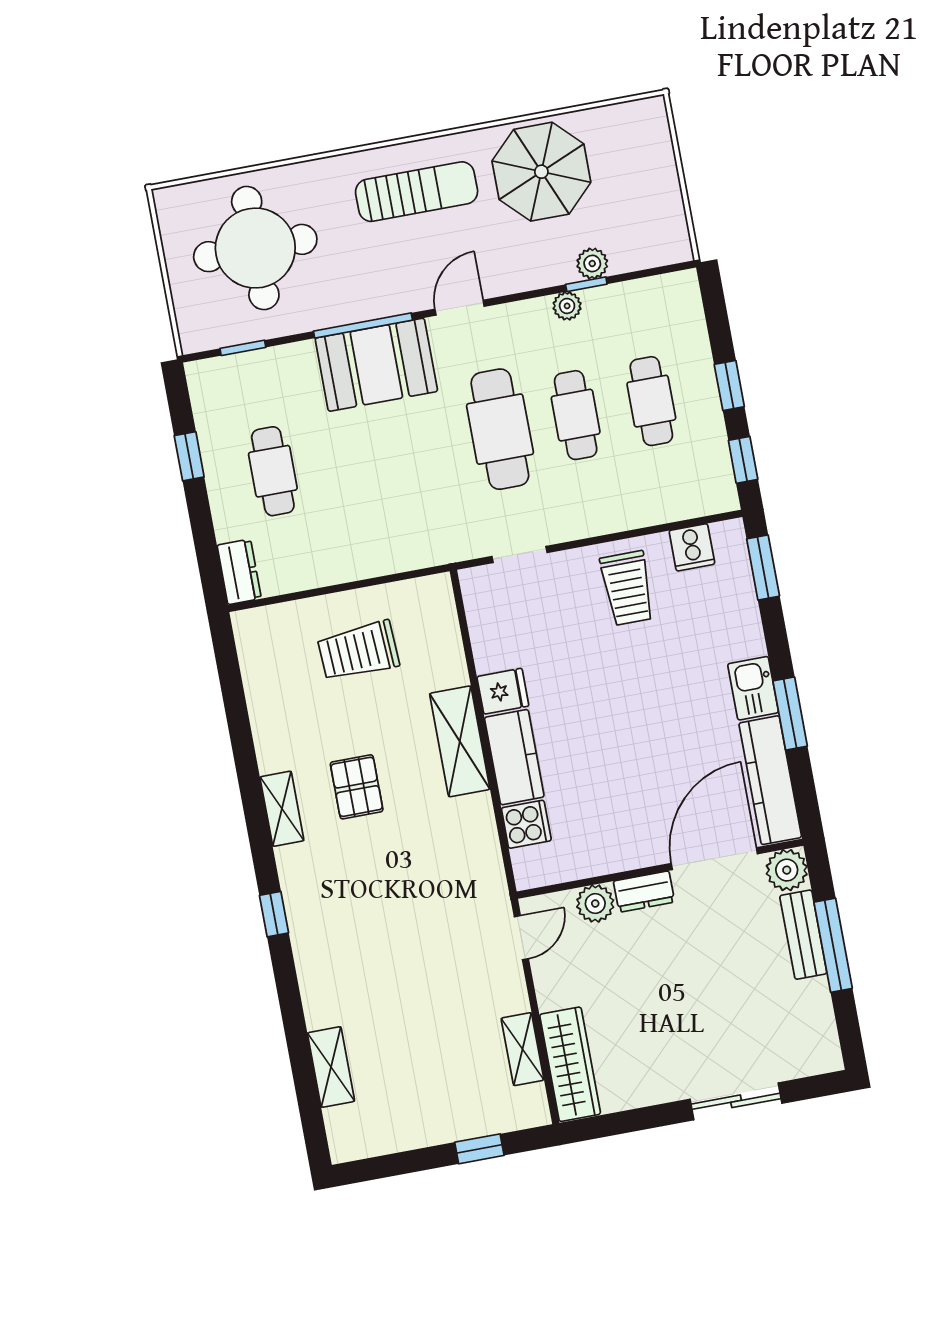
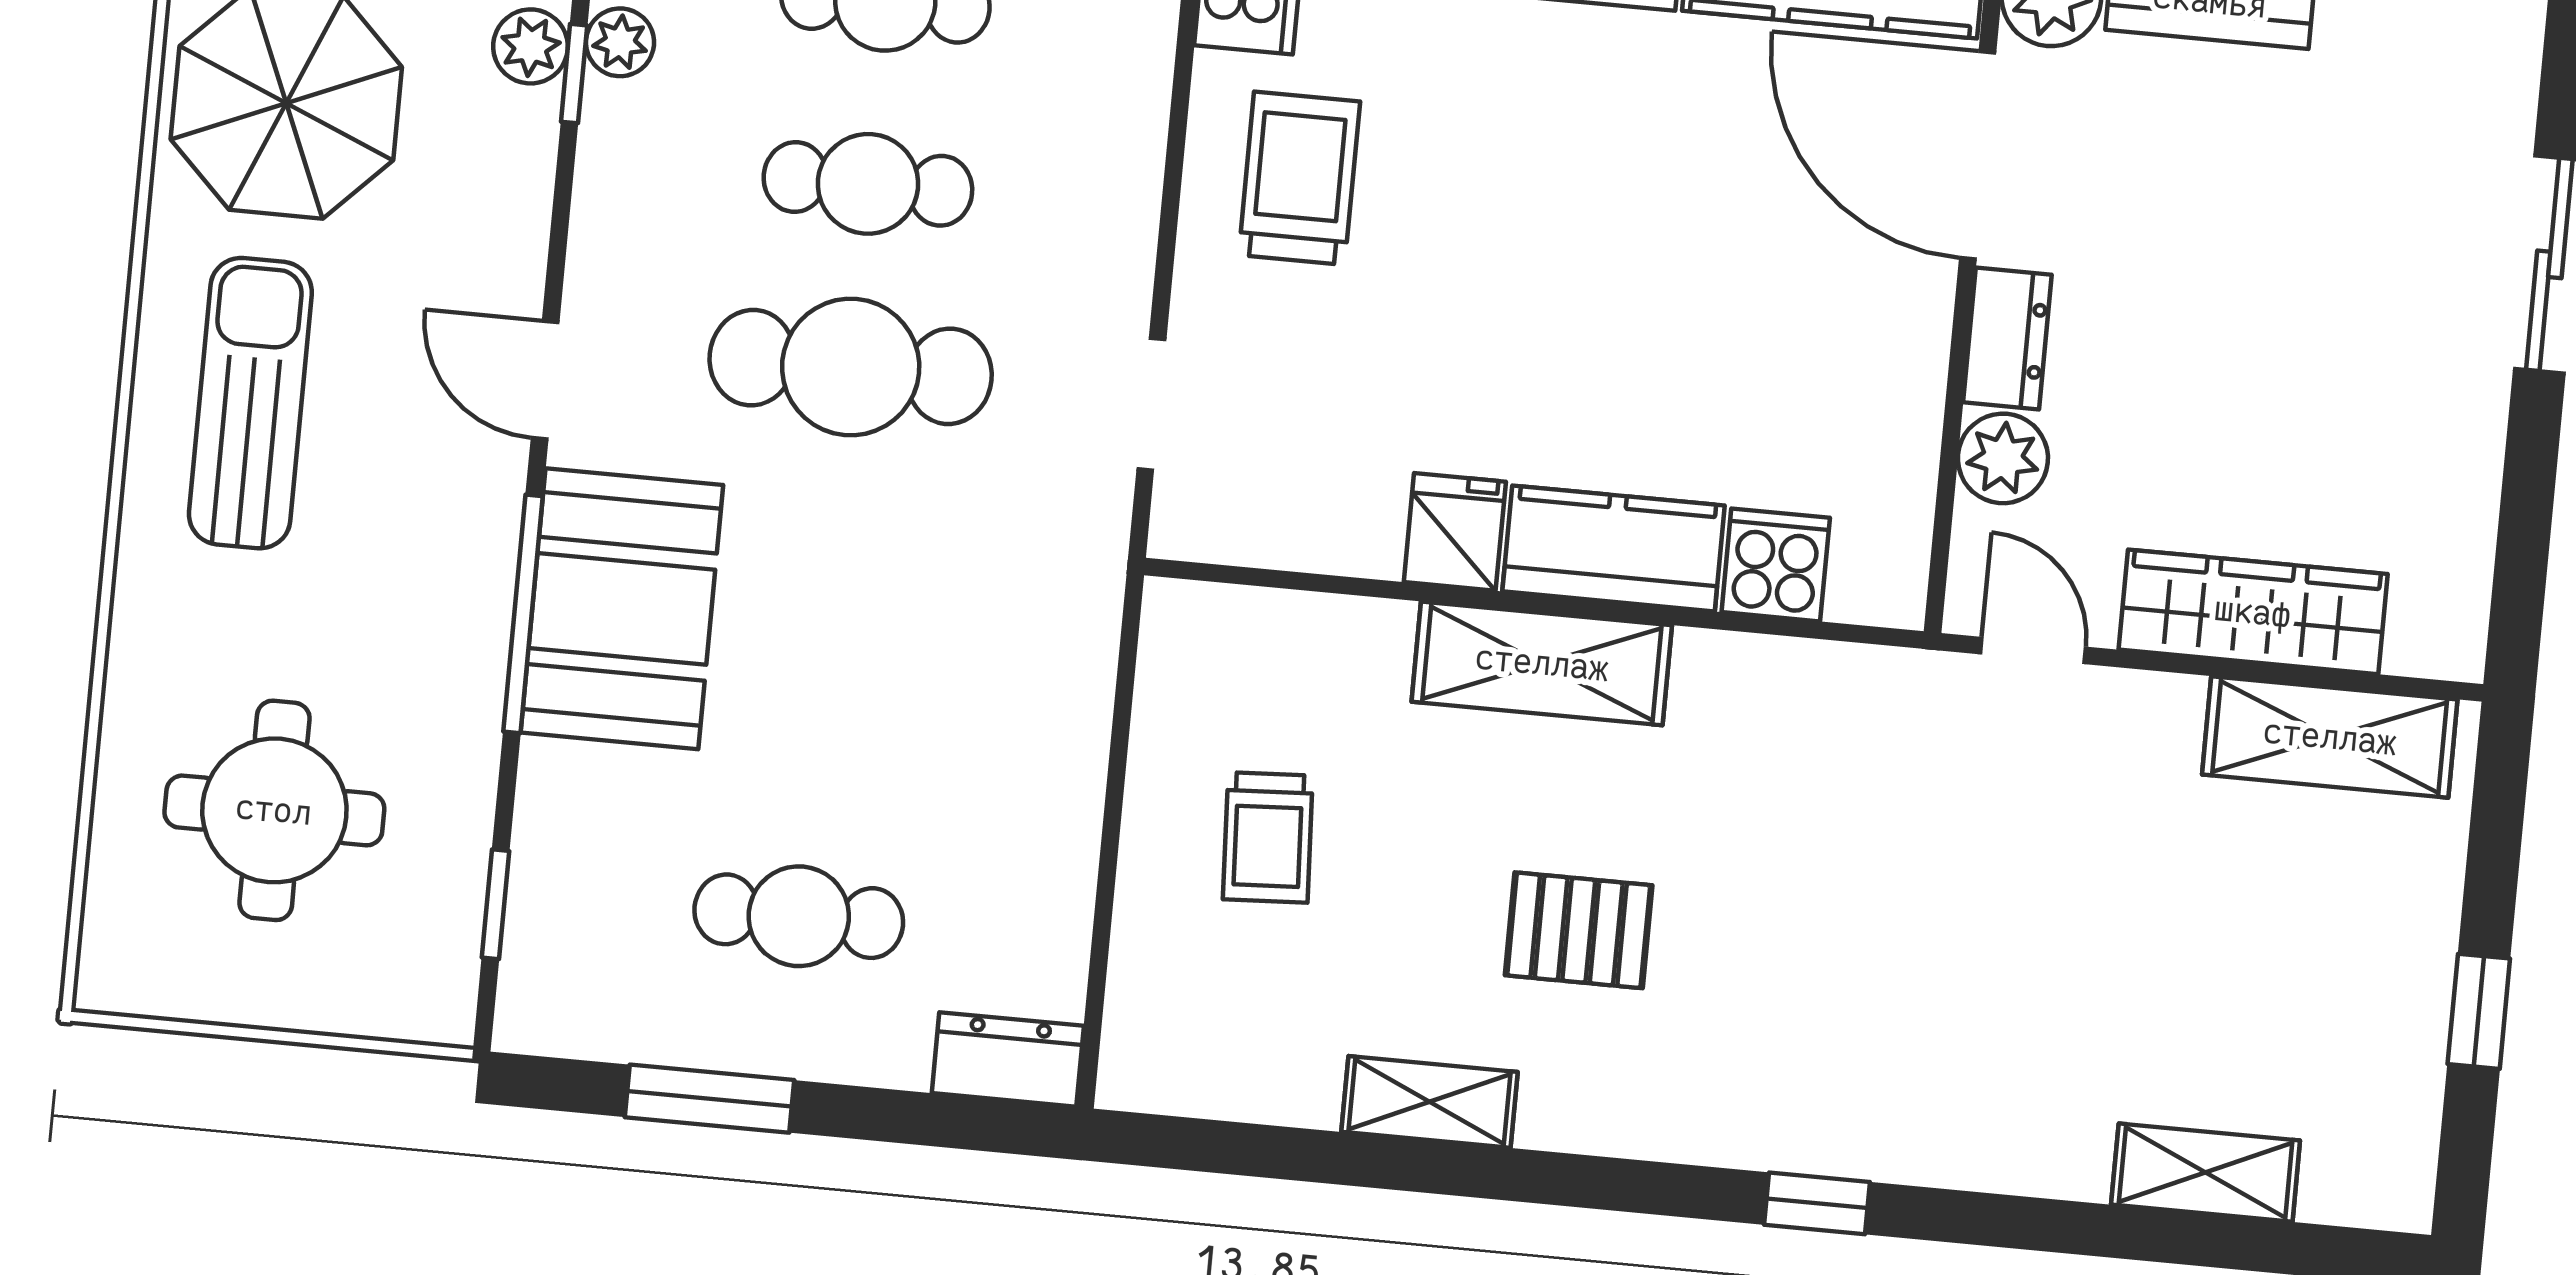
round table: (255, 248) -> (274, 810), width x0.73, depth x0.73
plant: (567, 306) -> (620, 42), moved
window: (189, 456) -> (710, 1099), width x1.50
trolley: (627, 588) -> (1299, 178), turned -90
trolley: (358, 651) -> (1268, 837), width x0.73, depth x0.72
shelving: (282, 809) -> (1429, 1102), moved
shelving: (523, 1049) -> (2330, 737), width x1.50, depth x1.33
wardrobe: (570, 1064) -> (2253, 612), moved
window: (479, 1149) -> (2479, 1011), moved

